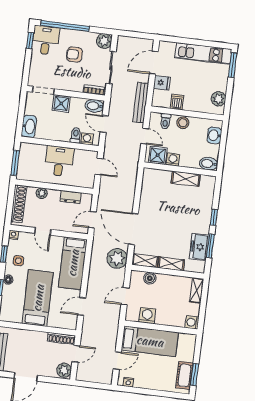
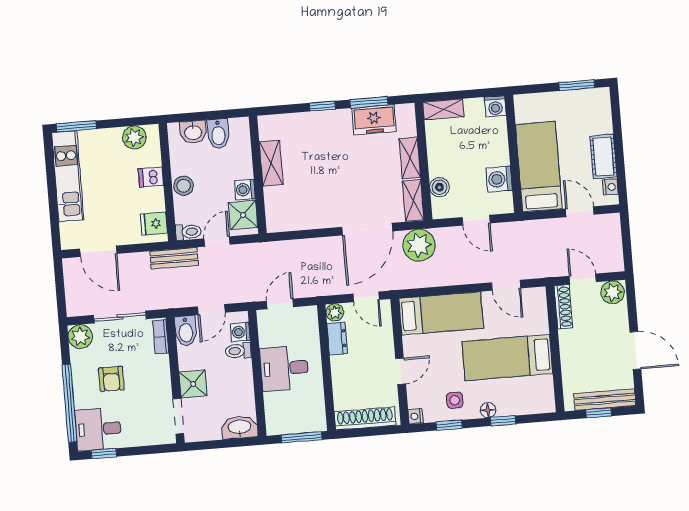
fridge: (162, 83) -> (154, 224), moved, turned -90
dishwasher: (177, 102) -> (151, 177), moved
bench: (141, 103) -> (174, 258), width x0.73
toilet: (165, 121) -> (188, 232), moved
bidet: (209, 164) -> (218, 134), moved
plant: (42, 193) -> (335, 312), moved
cot: (184, 375) -> (603, 156), moved, turned 90

